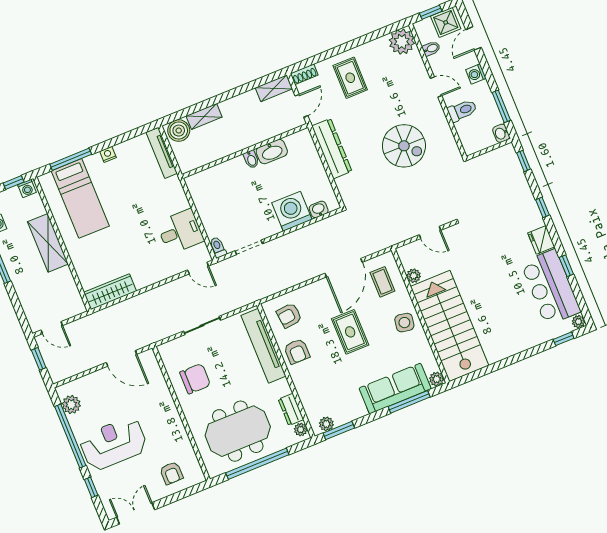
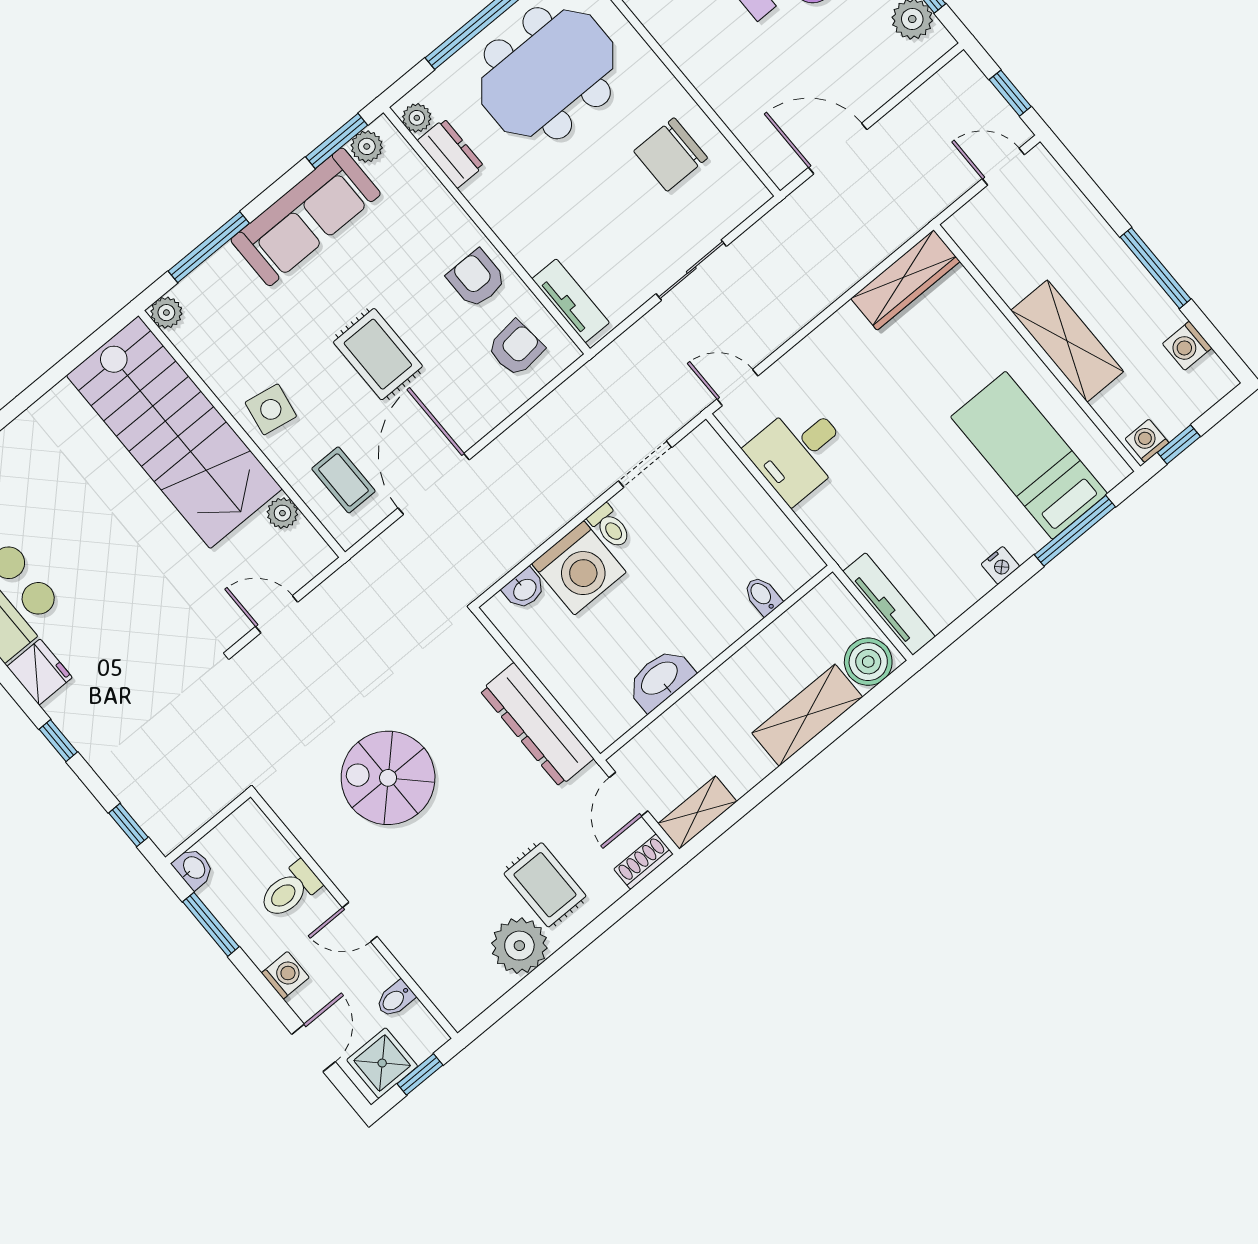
plant: (402, 42) -> (519, 946), moved
shelving: (204, 116) -> (807, 715), width x1.50, depth x1.33
bidet: (251, 159) -> (762, 596), moved
toilet: (218, 247) -> (610, 526), moved
tv unit: (264, 346) -> (571, 301), width x0.52, depth x0.78
sofa: (395, 389) -> (306, 217), moved

